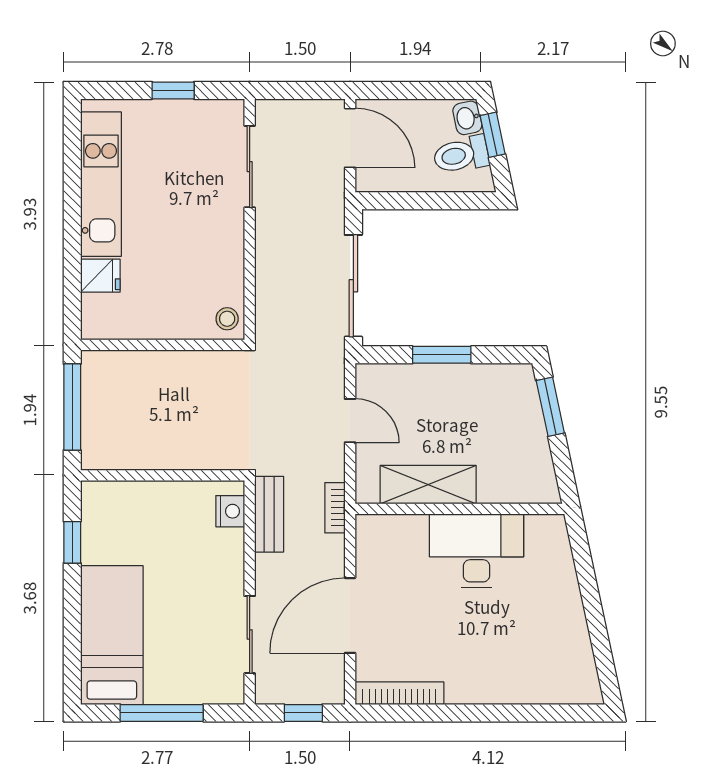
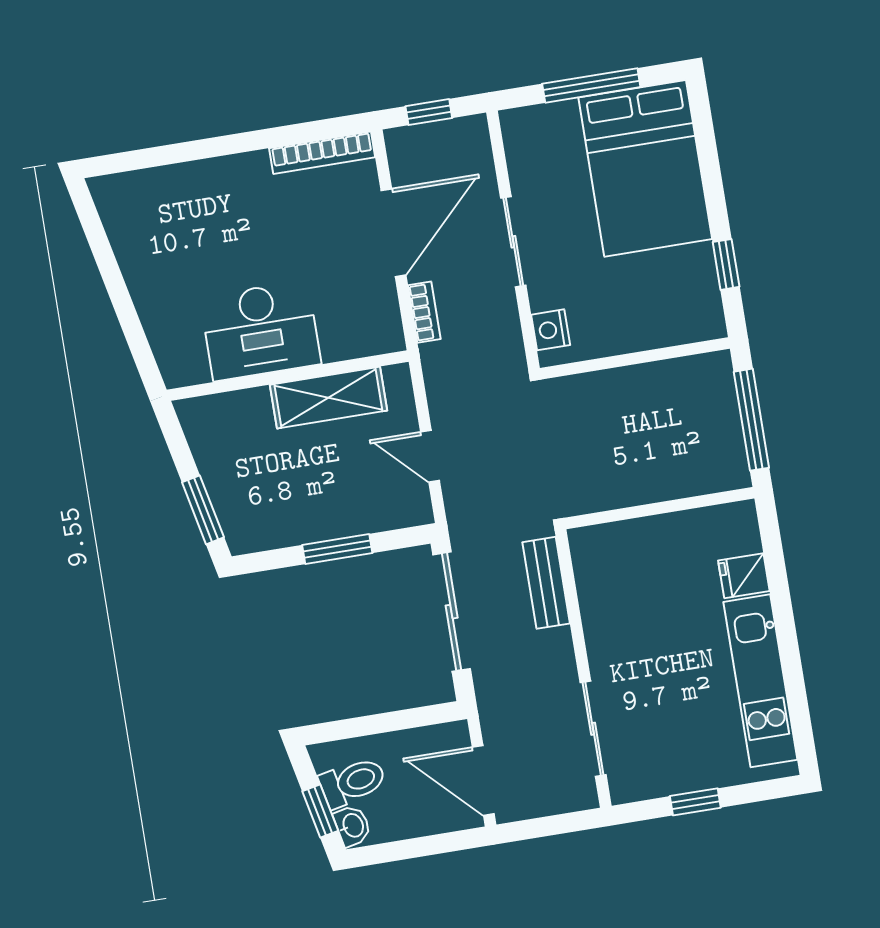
stool: (227, 319) -> (590, 550), removed
bookcase: (335, 508) -> (424, 312), moved
bench: (269, 514) -> (546, 583), moved
bed: (112, 635) -> (645, 168), width x1.50
sliding door: (250, 635) -> (513, 242), moved

